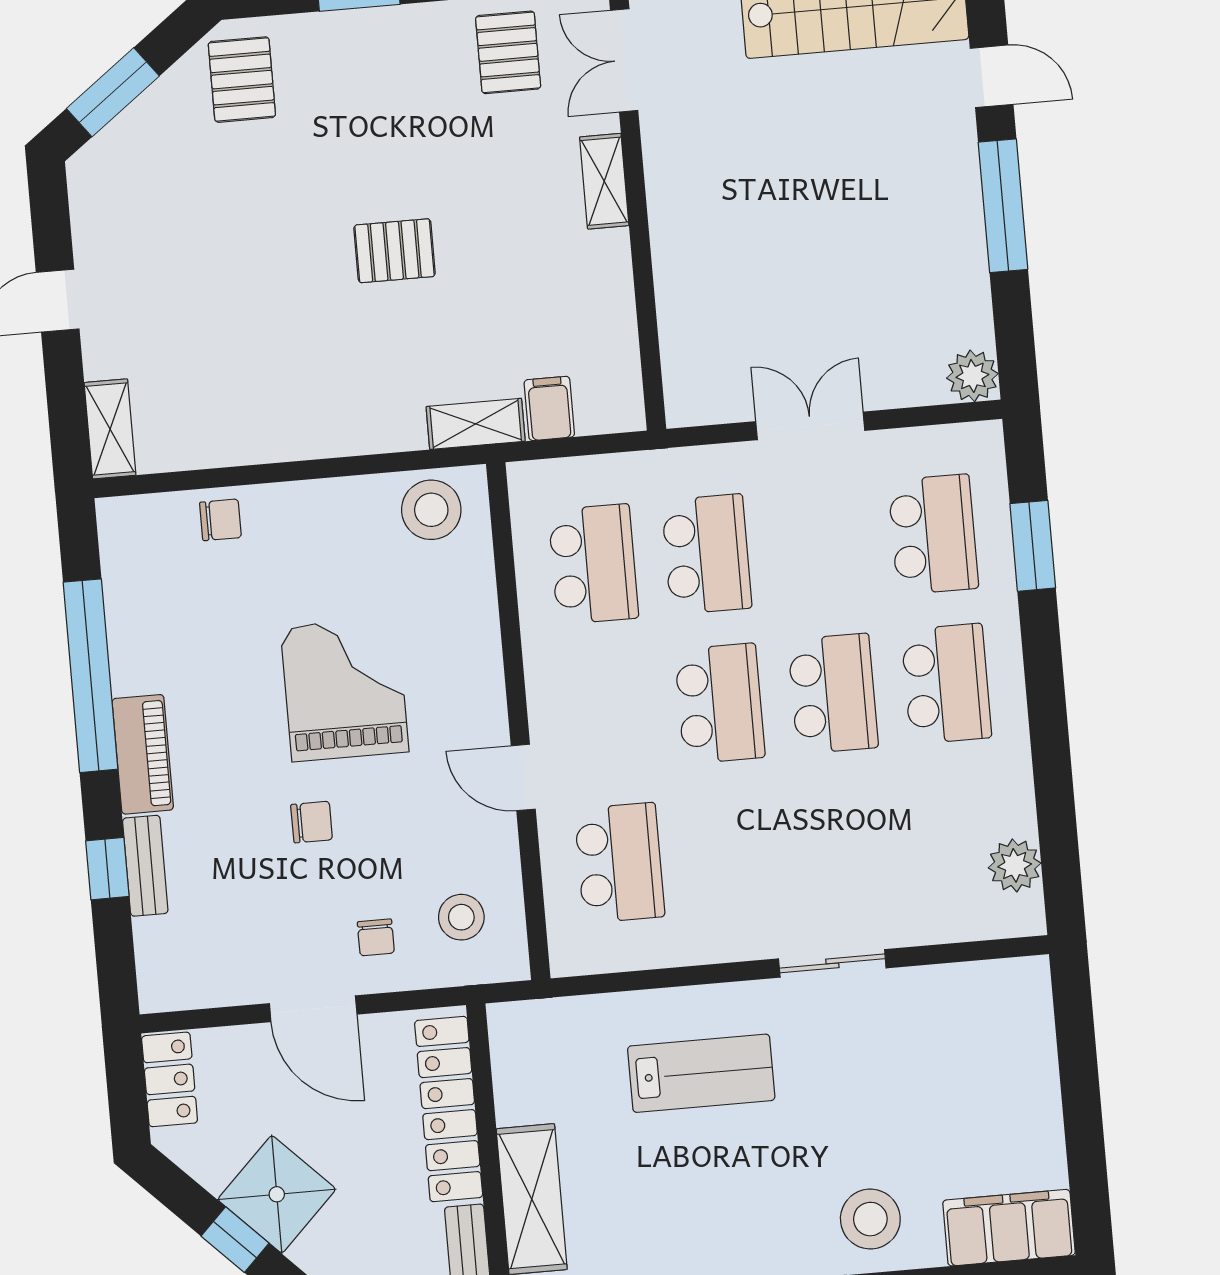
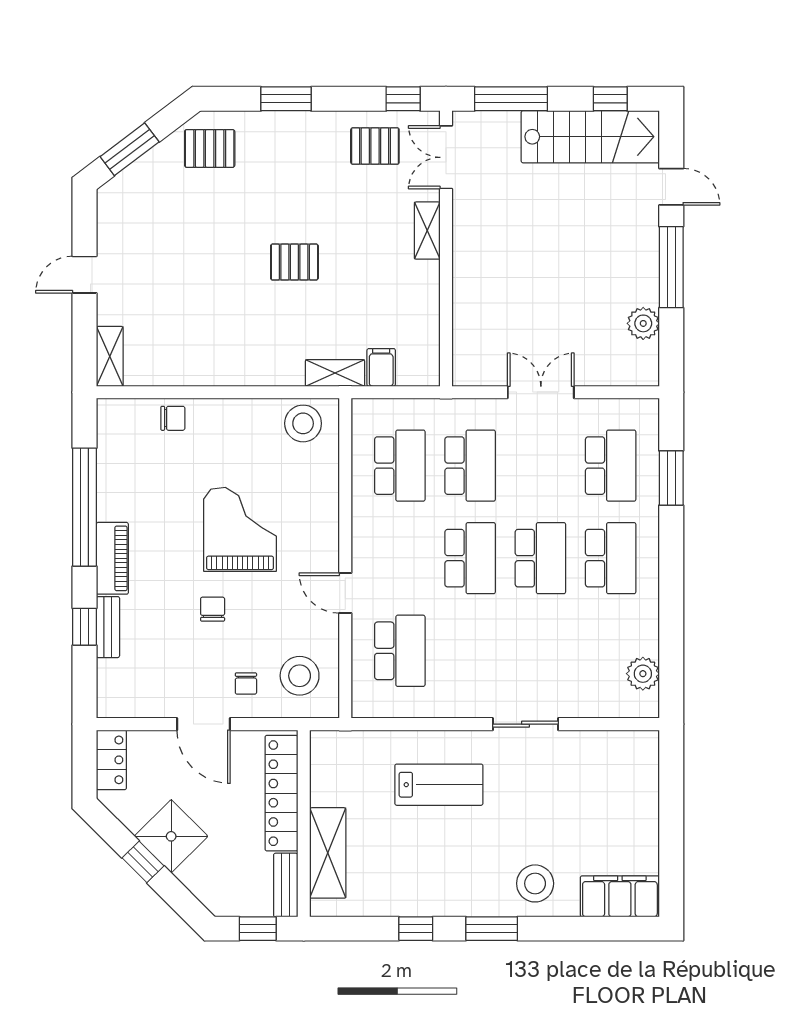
pallet: (508, 52) -> (375, 146), turned 90
pallet: (242, 80) -> (210, 148), turned 90
plant: (972, 376) -> (643, 323), moved
chair: (312, 822) -> (213, 609), turned -90
stool: (461, 917) -> (300, 676), width x1.38, depth x1.38

